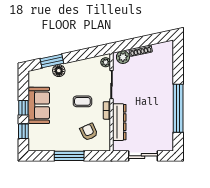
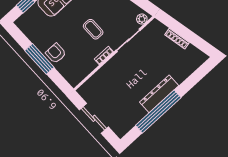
plant: (123, 57) -> (159, 29), removed
dresser: (119, 122) -> (159, 94), moved, turned 180
armchair: (89, 132) -> (56, 53), moved, turned -66

